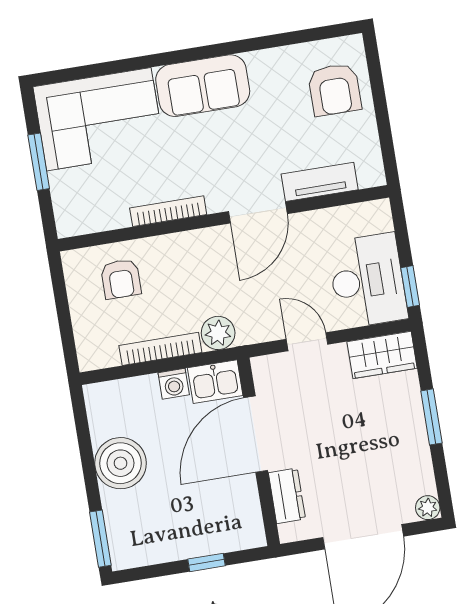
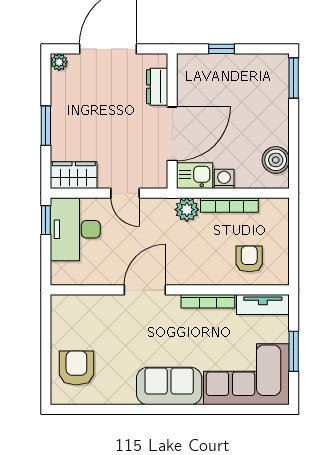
tv unit: (320, 182) -> (263, 304), moved
boiler: (121, 463) -> (276, 160), moved, width x0.73, depth x0.73

